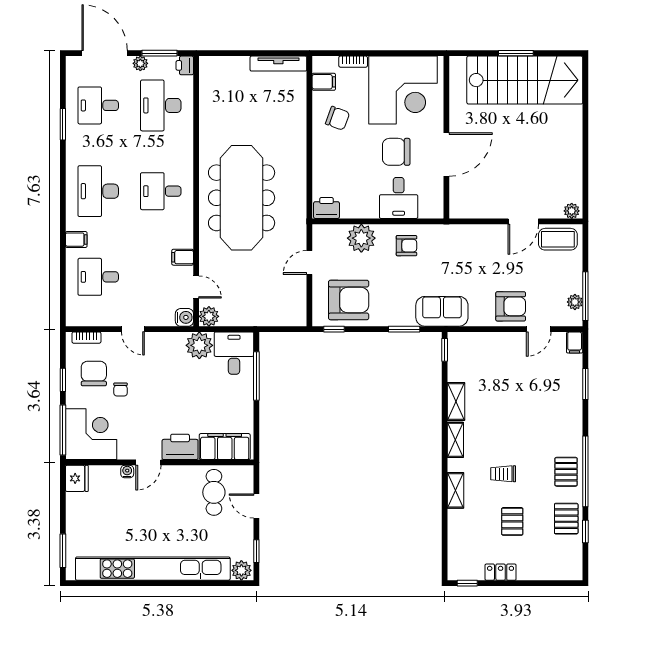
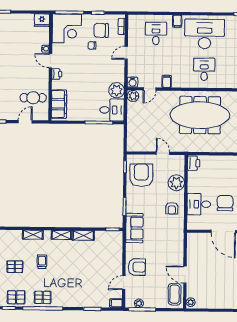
desk: (98, 191) -> (205, 34), width x1.36, depth x1.30
armchair: (349, 300) -> (141, 175), turned 180
armchair: (511, 306) -> (137, 267), turned -90
door: (539, 329) -> (124, 283), hinge flipped
chair: (94, 374) -> (101, 30), turned 180
printer: (180, 447) -> (57, 74), width x0.53, depth x0.68

